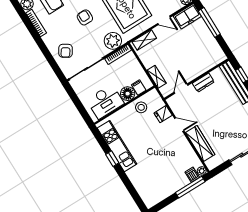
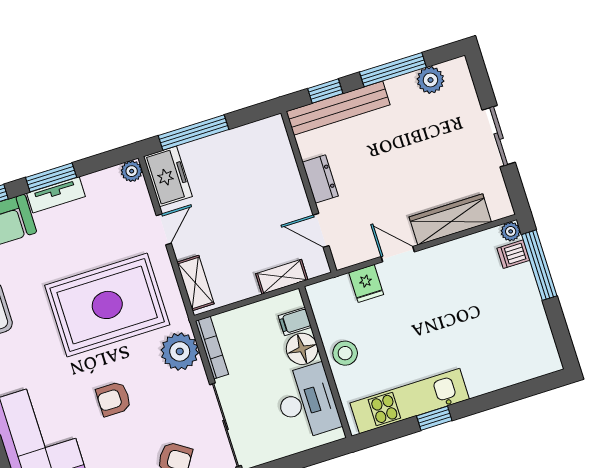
stool: (141, 107) -> (345, 353), moved
door: (179, 125) -> (398, 254), hinge flipped

